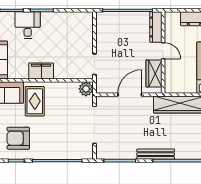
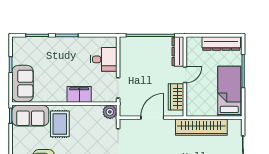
desk: (28, 25) -> (104, 59), moved, turned 90
door: (163, 51) -> (185, 75), hinge flipped
filing cabinet: (41, 71) -> (79, 94), moved

